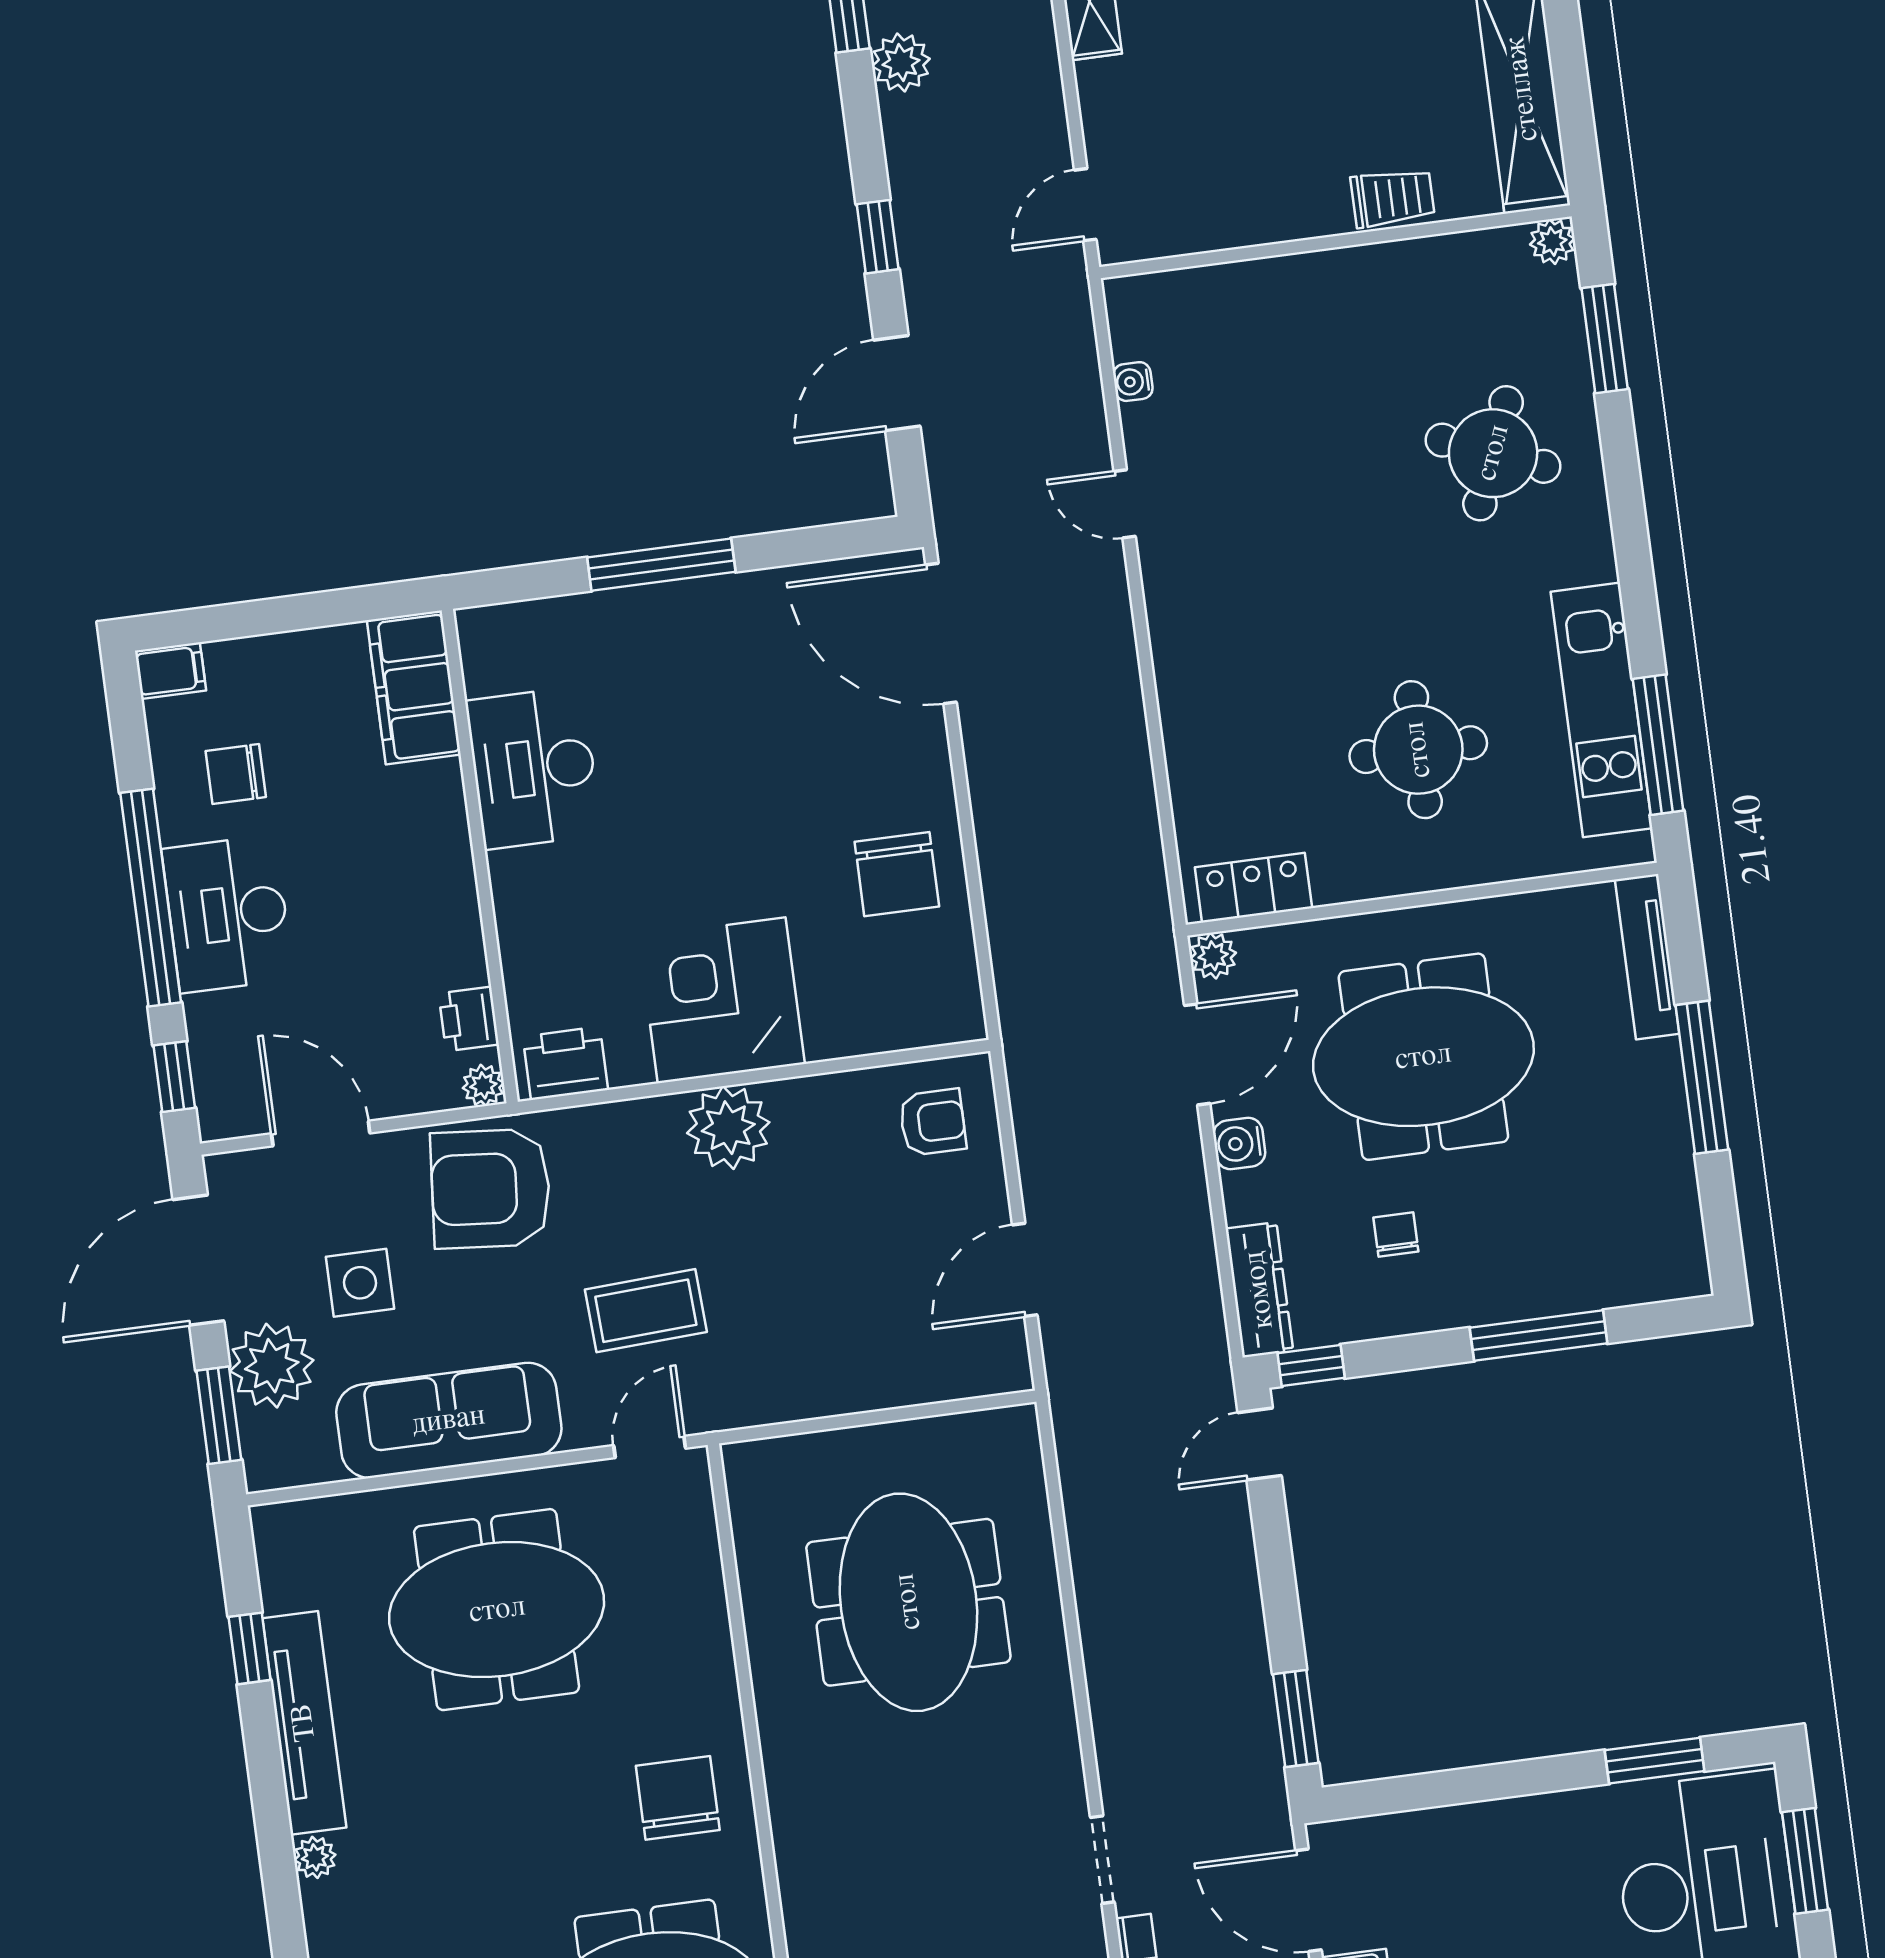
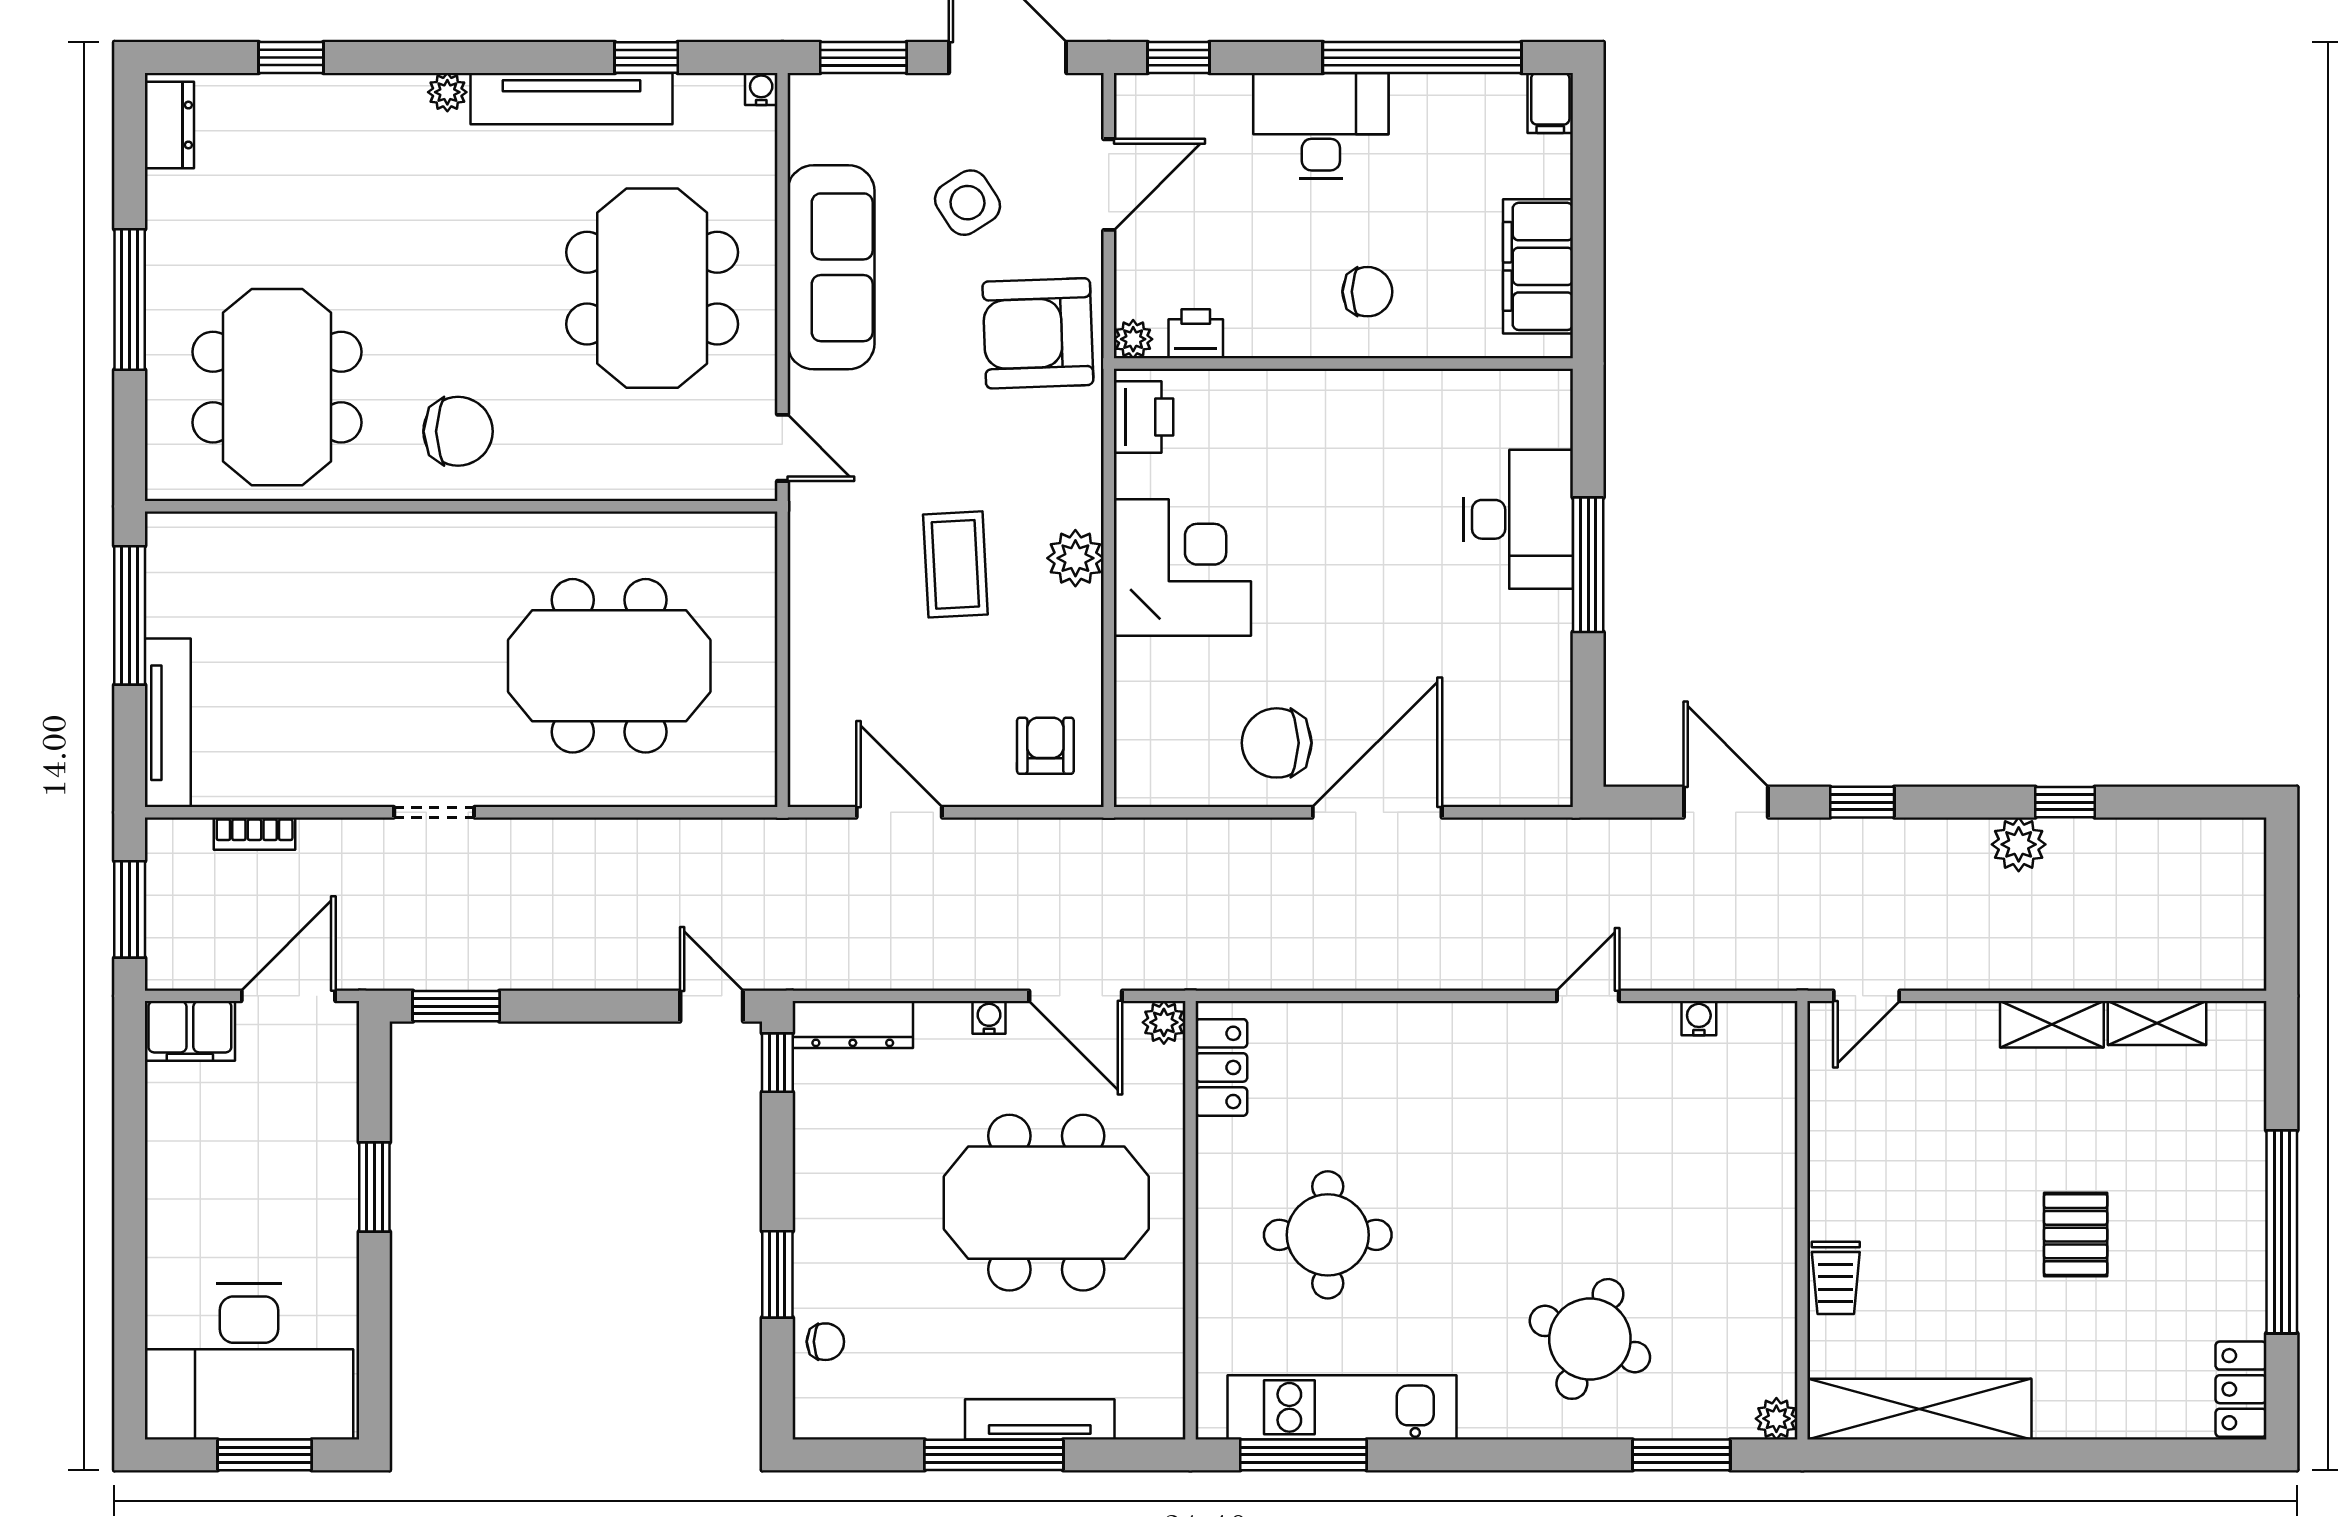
door: (1085, 205) -> (1866, 996), swing flipped
door: (941, 633) -> (1377, 812), moved
filing cabinet: (414, 687) -> (1538, 266), moved, turned -90
desk: (534, 768) -> (1518, 519), moved, turned 90
chair: (236, 774) -> (1367, 292), moved, turned 90
window: (151, 898) -> (1422, 58), moved
tv unit: (1647, 957) -> (1040, 1419), moved
meeting table: (1423, 1057) -> (1046, 1203), turned 90
armchair: (933, 1122) -> (1045, 746), turned 180
plant: (728, 1128) -> (1075, 558), width x0.73, depth x0.73
water cooler: (1239, 1143) -> (989, 1017), width x0.72, depth x0.72
armchair: (490, 1189) -> (1038, 333), turned -97
chair: (1396, 1235) -> (825, 1342), moved
side table: (360, 1283) -> (967, 203), turned -33
coffee table: (646, 1311) -> (955, 564), moved
window: (1539, 1335) -> (777, 1274), width x0.69
plant: (272, 1366) -> (902, 112), removed
water cooler: (267, 1521) -> (761, 89), added
window: (1655, 1761) -> (374, 1187), moved
doorway: (1102, 1860) -> (434, 812), moved

